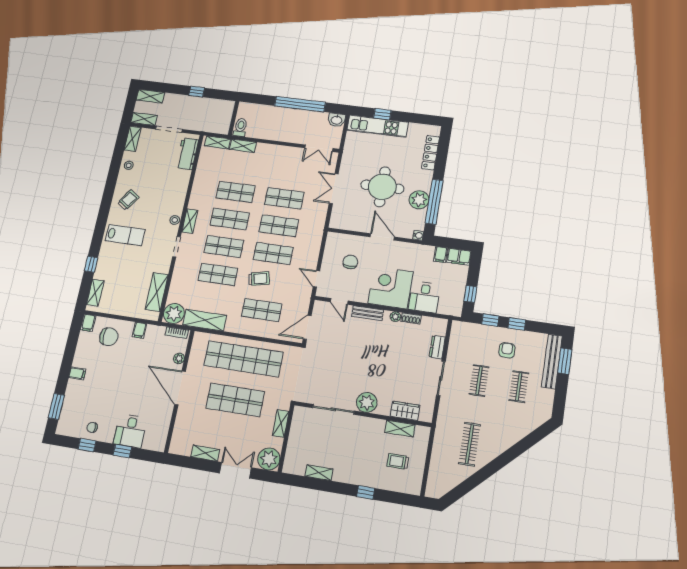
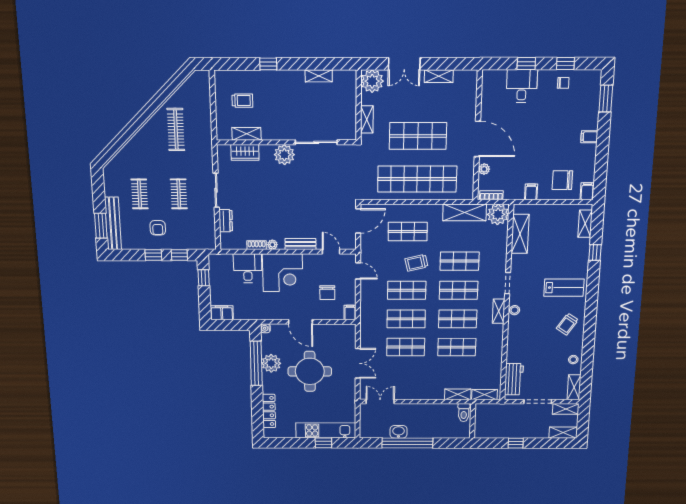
washbasin: (337, 120) -> (399, 432), moved
lab bench: (125, 235) -> (564, 288), turned 180
filing cabinet: (441, 254) -> (350, 313), moved

